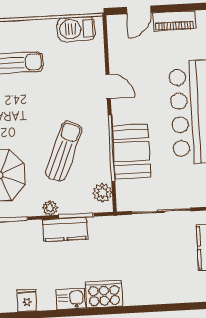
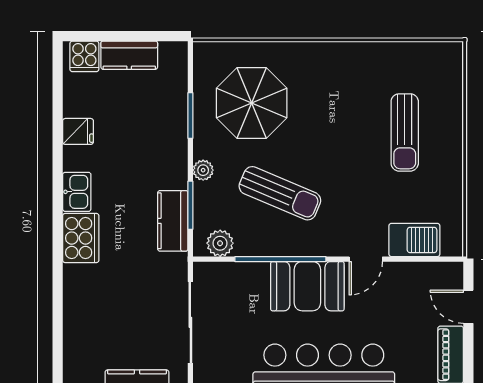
barbecue: (76, 29) -> (414, 240), moved, turned 90
booth: (131, 151) -> (307, 286), moved
kitchen counter: (65, 229) -> (173, 221), moved

